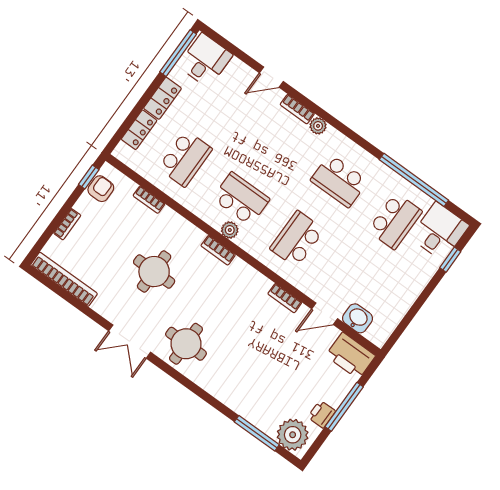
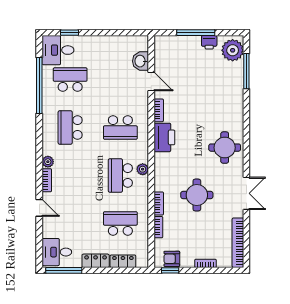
school desk: (339, 181) -> (70, 128), turned 180
bookcase: (218, 250) -> (159, 203), moved
double door: (130, 342) -> (246, 193), moved
printer: (351, 356) -> (164, 137), moved

